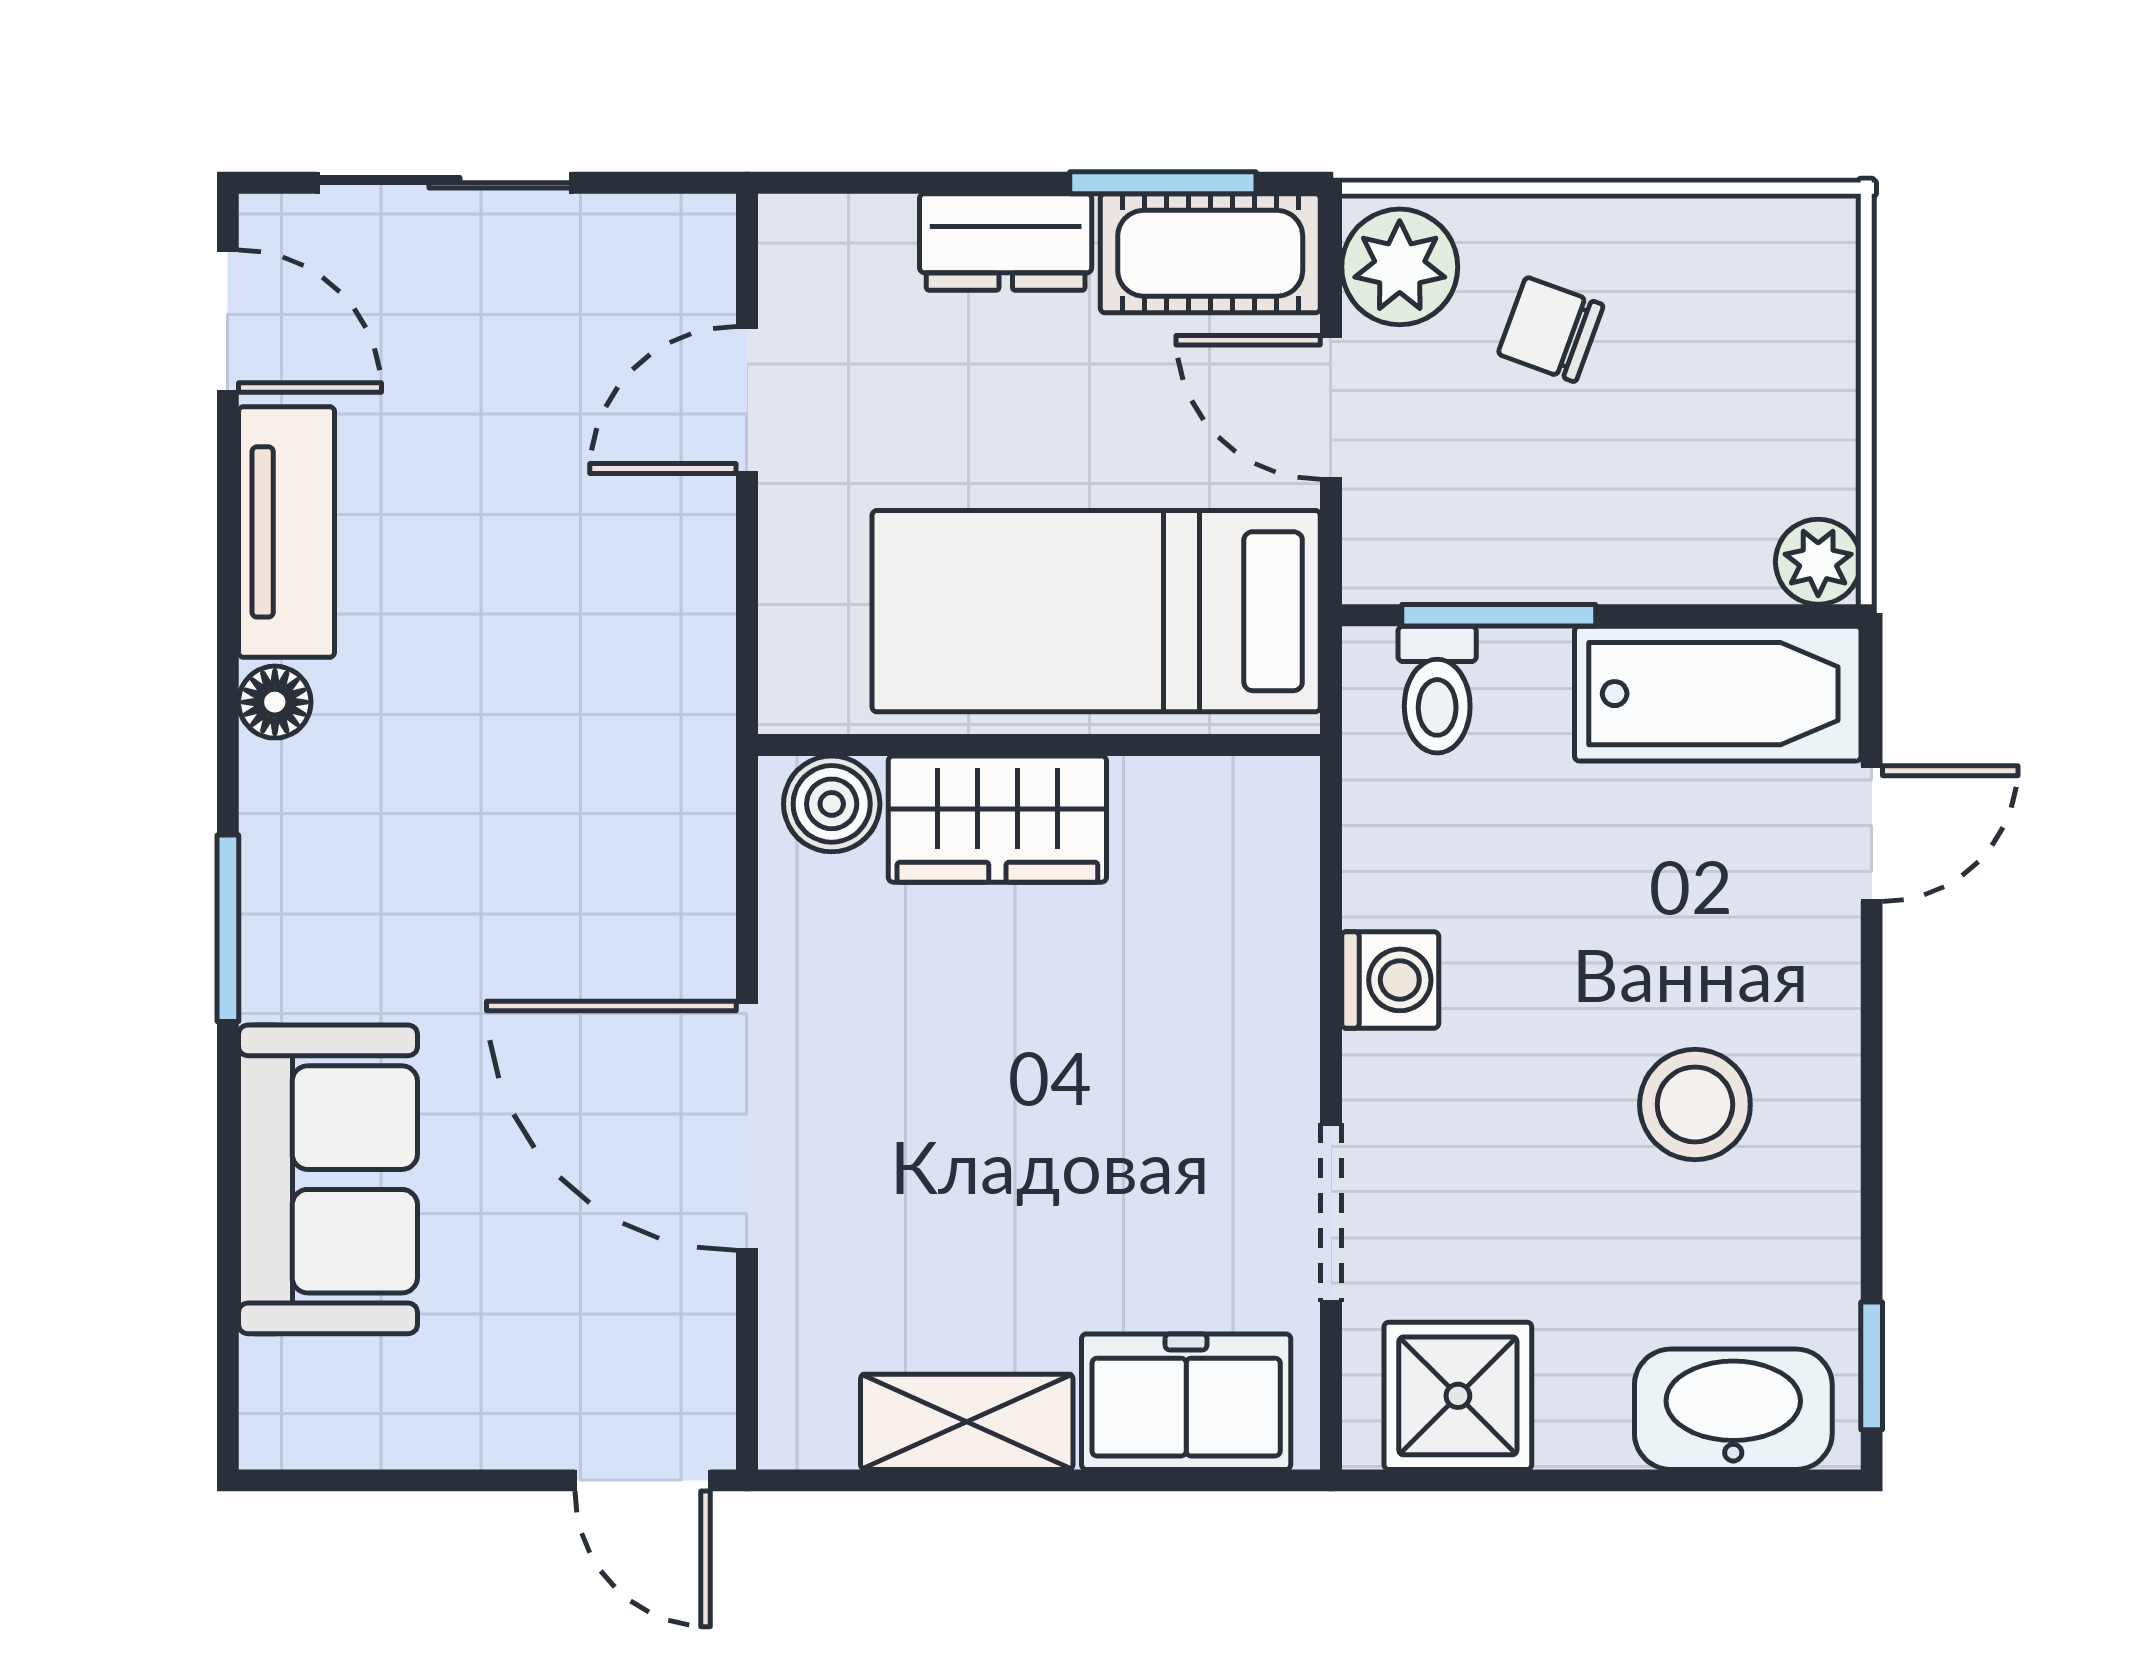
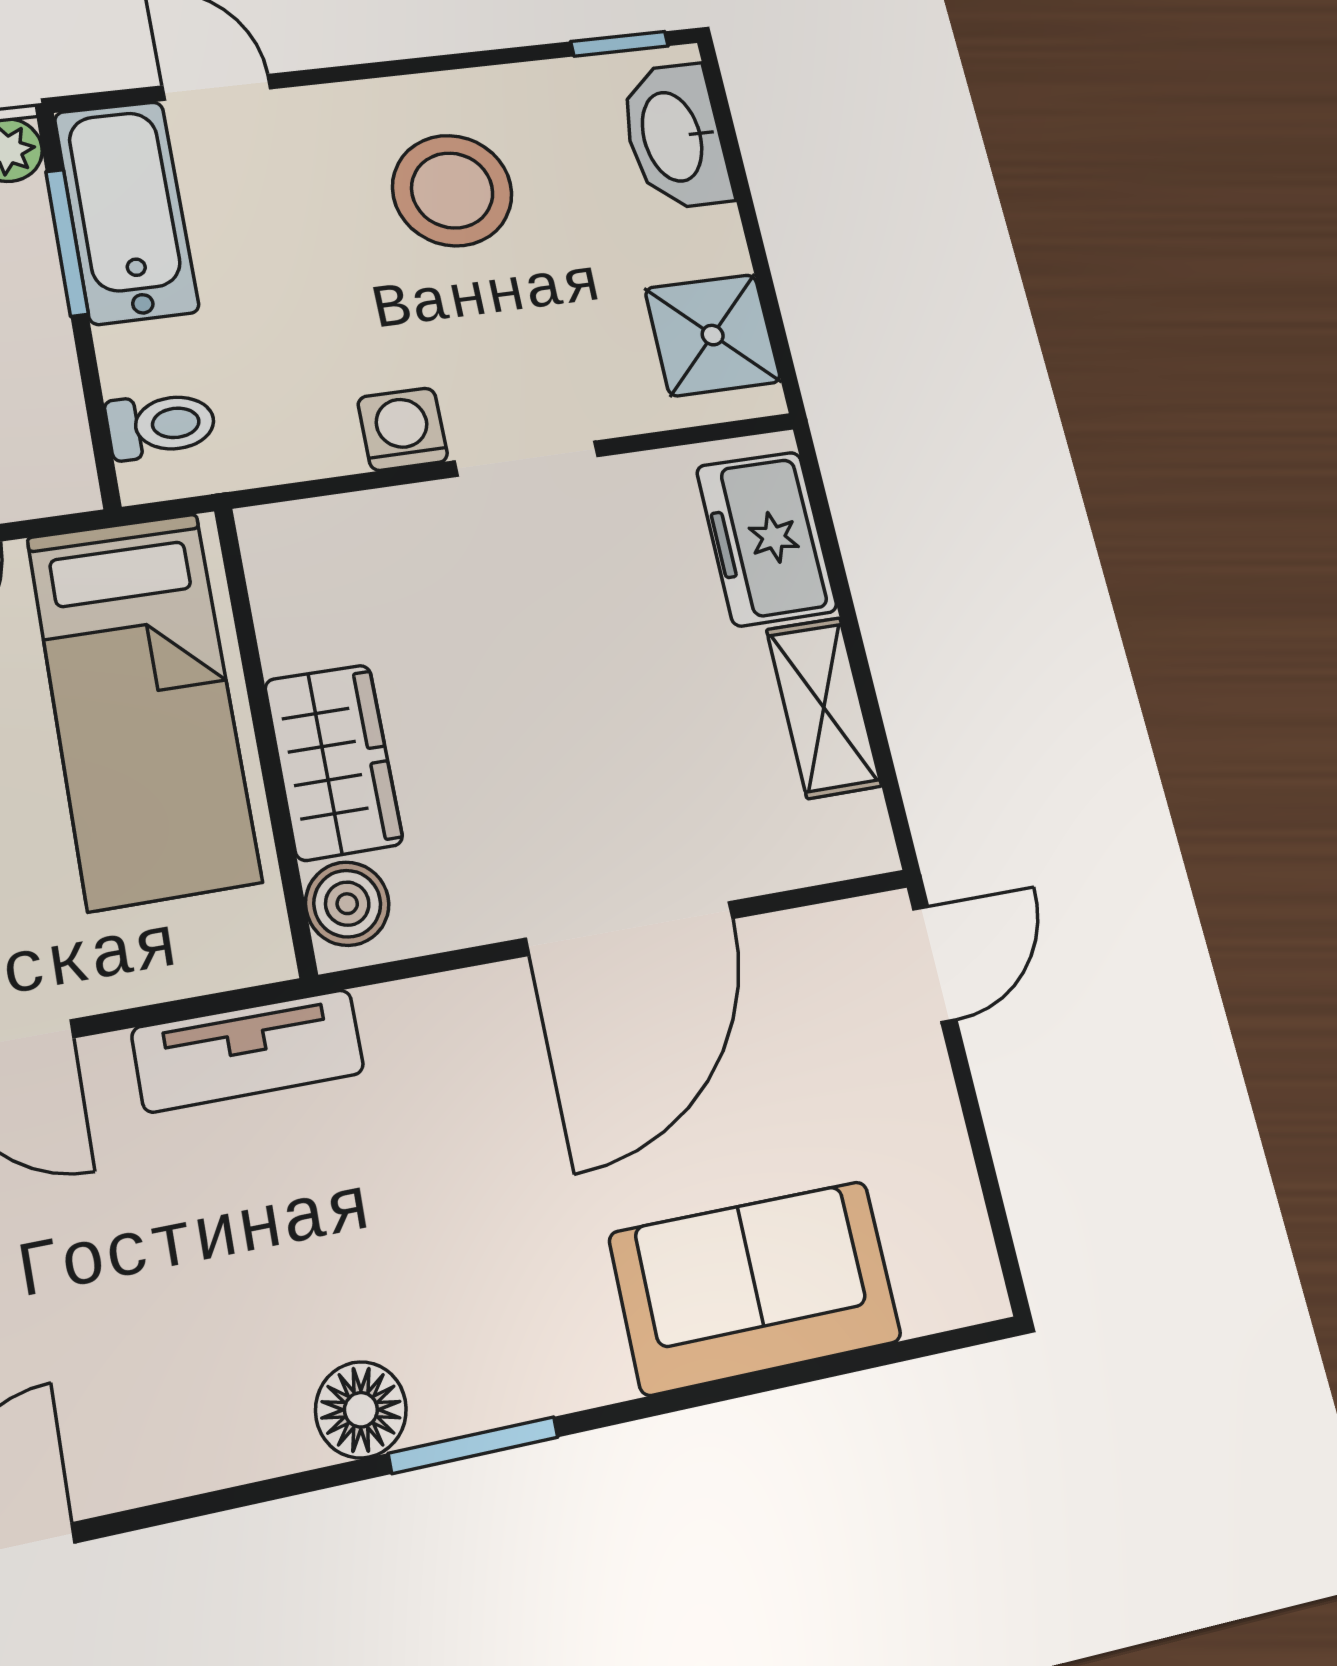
tv unit: (287, 532) -> (248, 1051), moved, turned 180
window: (1499, 615) -> (67, 242), moved
floor lamp: (275, 702) -> (361, 1410), width x1.37, depth x1.37
window: (228, 928) -> (473, 1445), moved
stool: (1695, 1104) -> (452, 190), width x1.38, depth x1.38
doorway: (1331, 1213) -> (527, 459), moved

